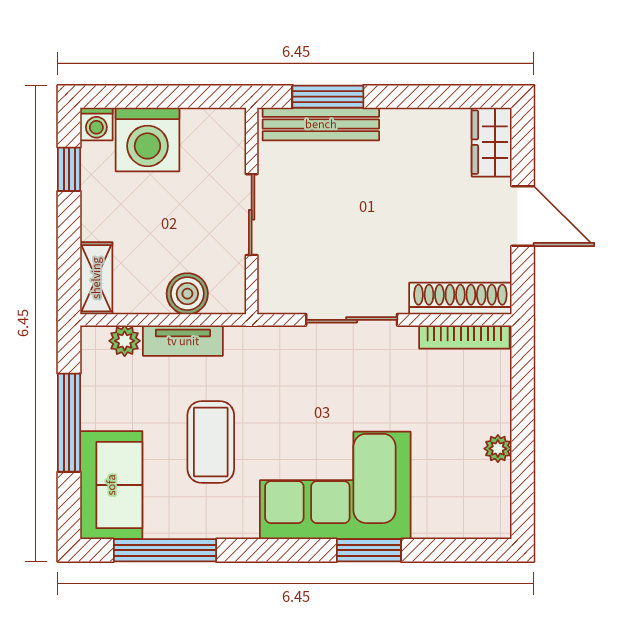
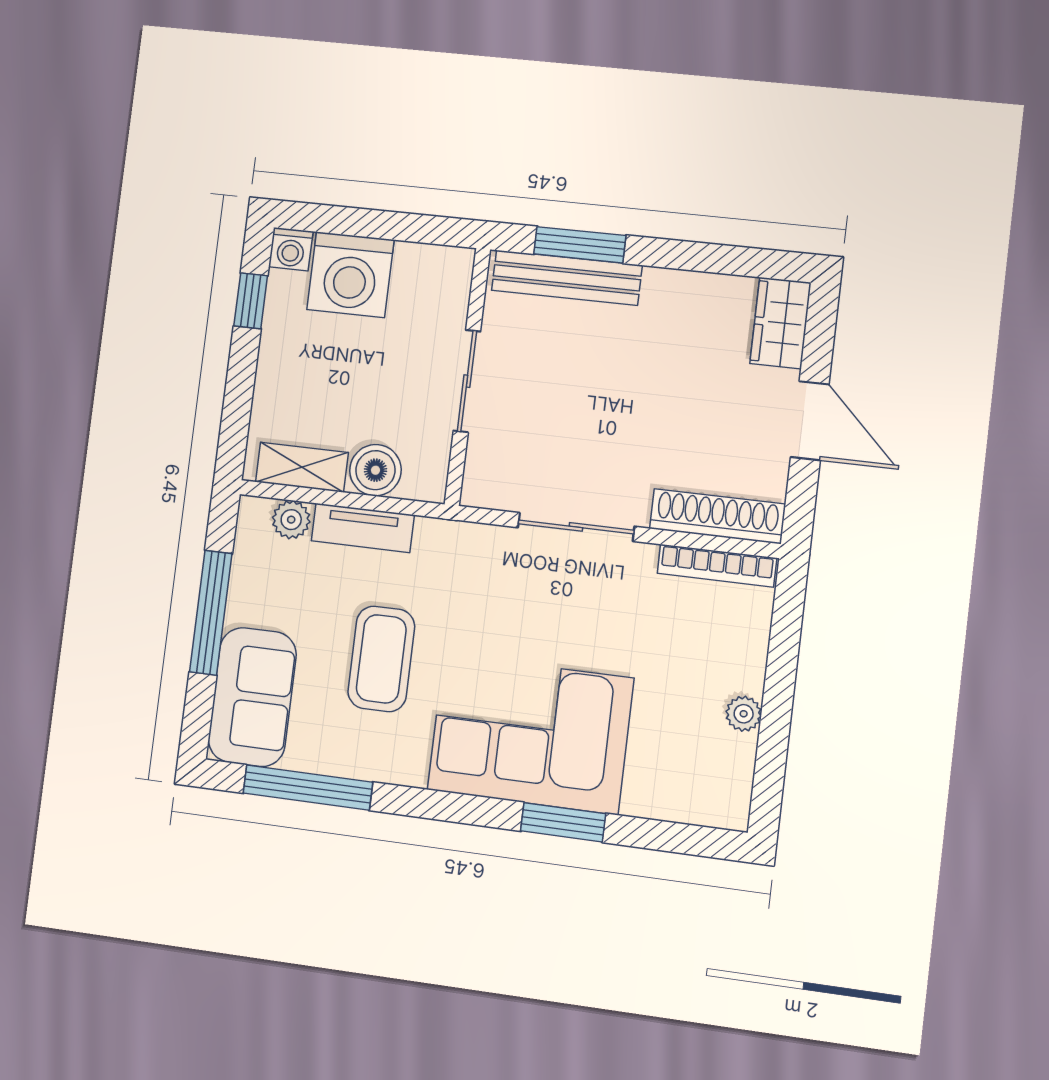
shelving: (96, 278) -> (302, 467), moved, turned 90

